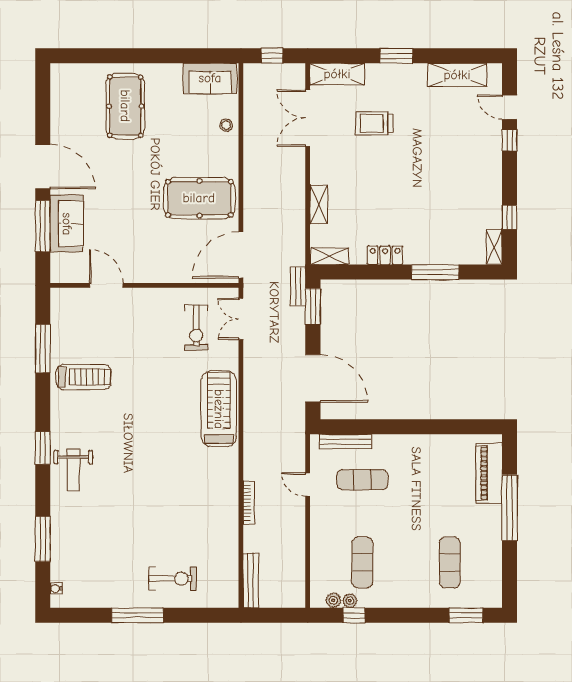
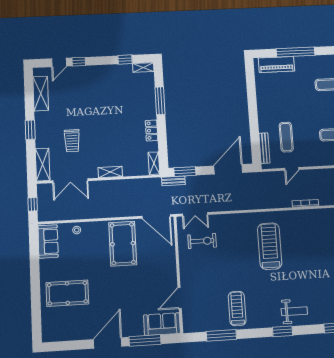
shelving: (319, 204) -> (110, 172), moved
sofa: (67, 224) -> (162, 324), moved
treadmill: (219, 409) -> (270, 246), moved, turned 90

